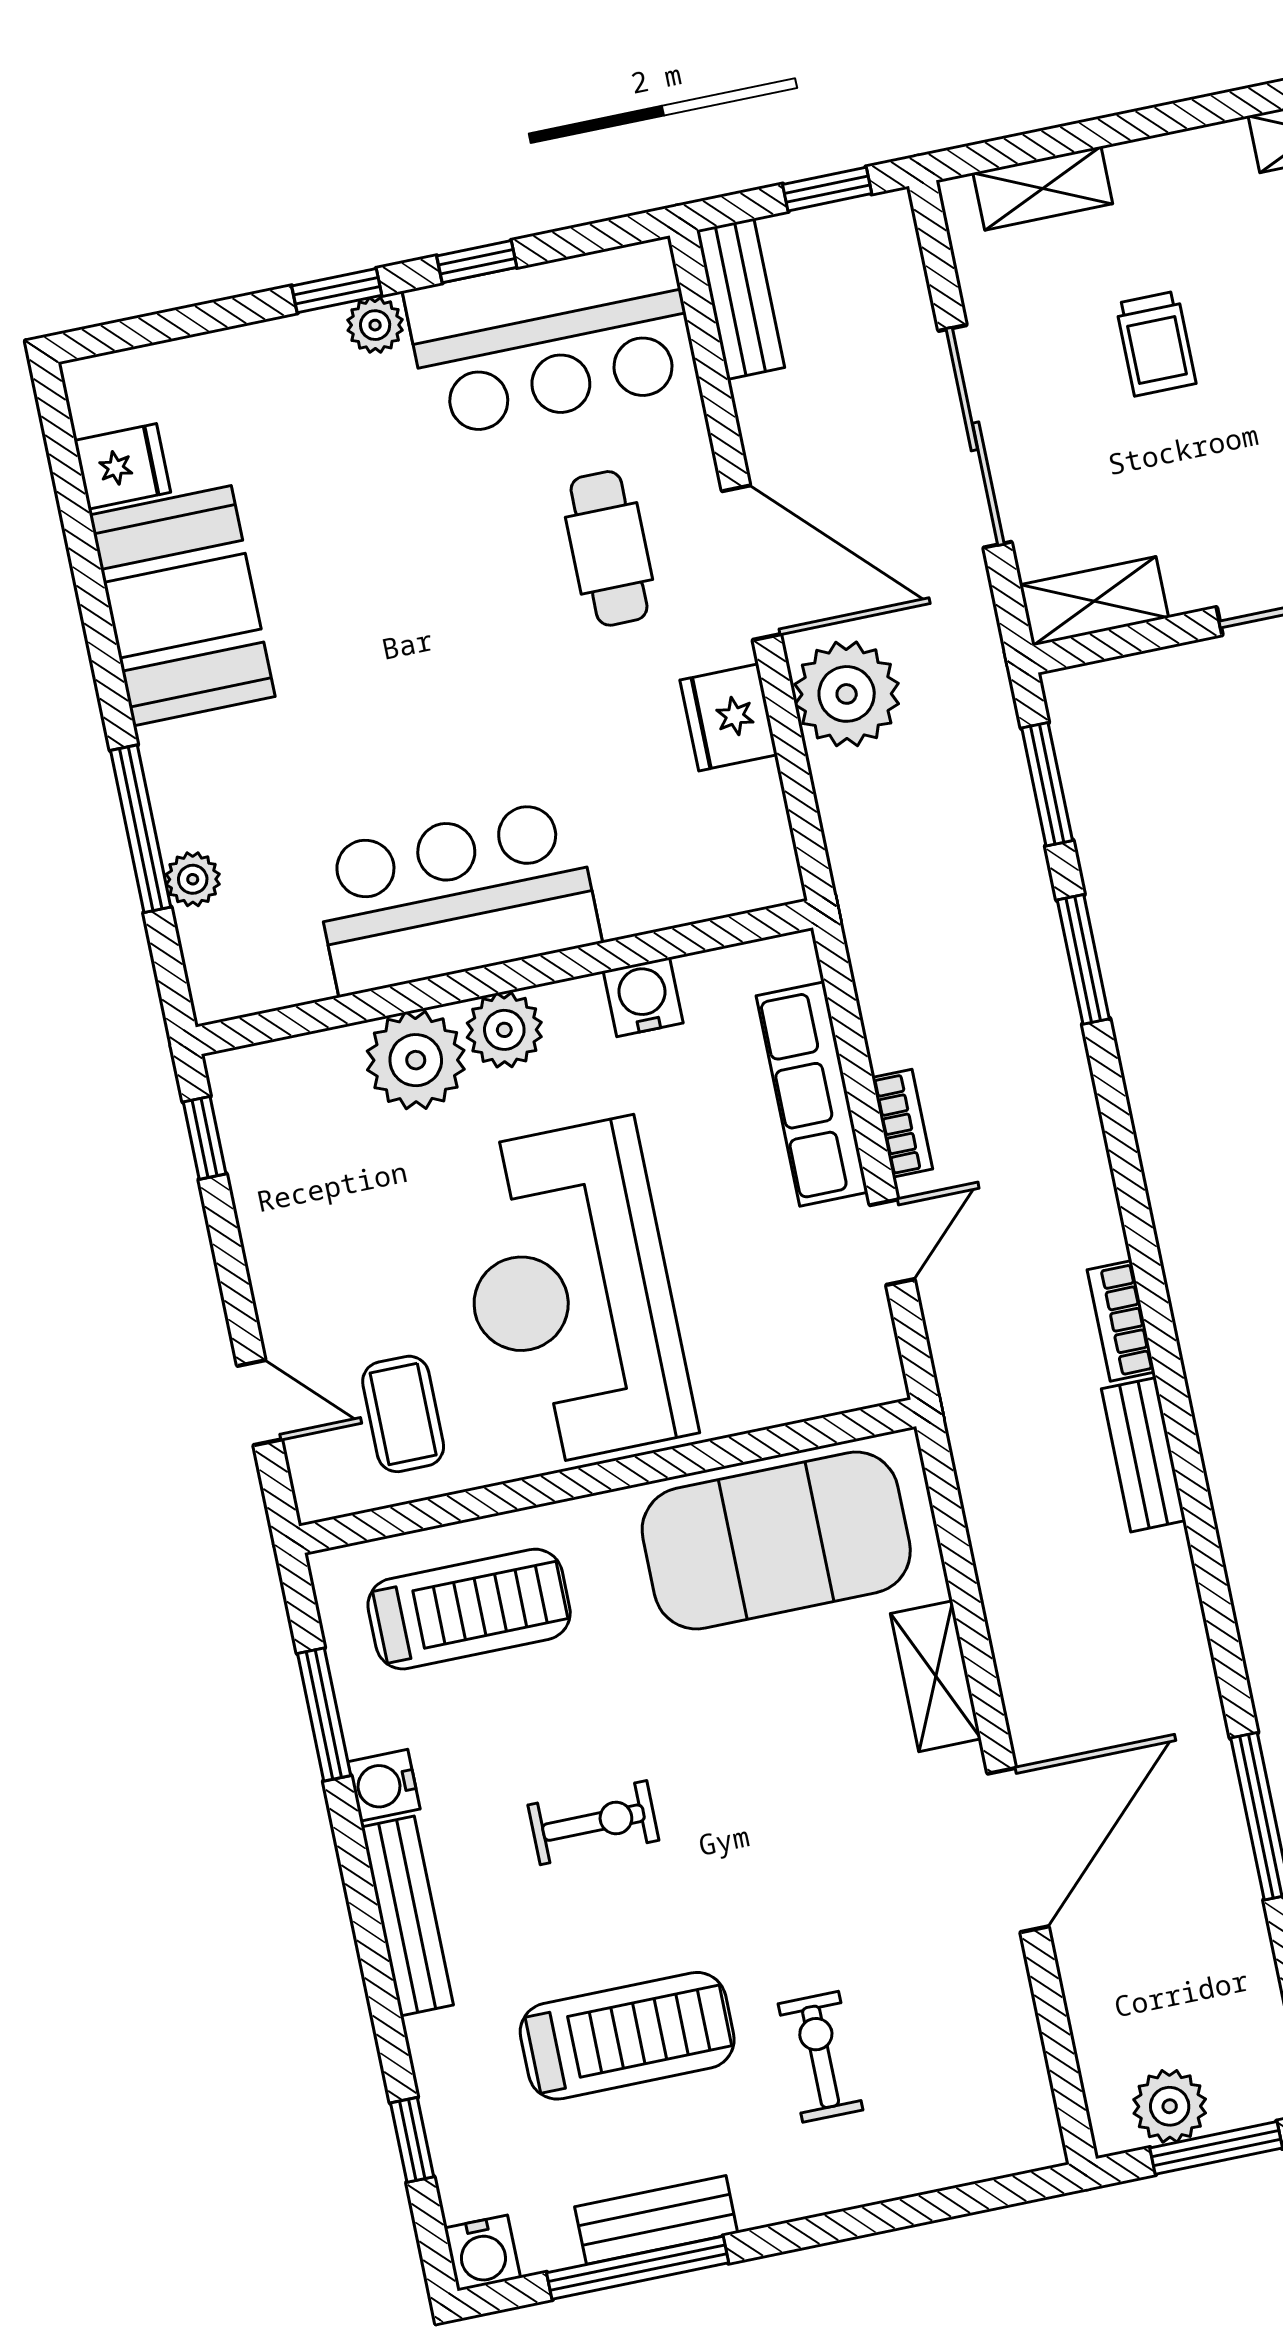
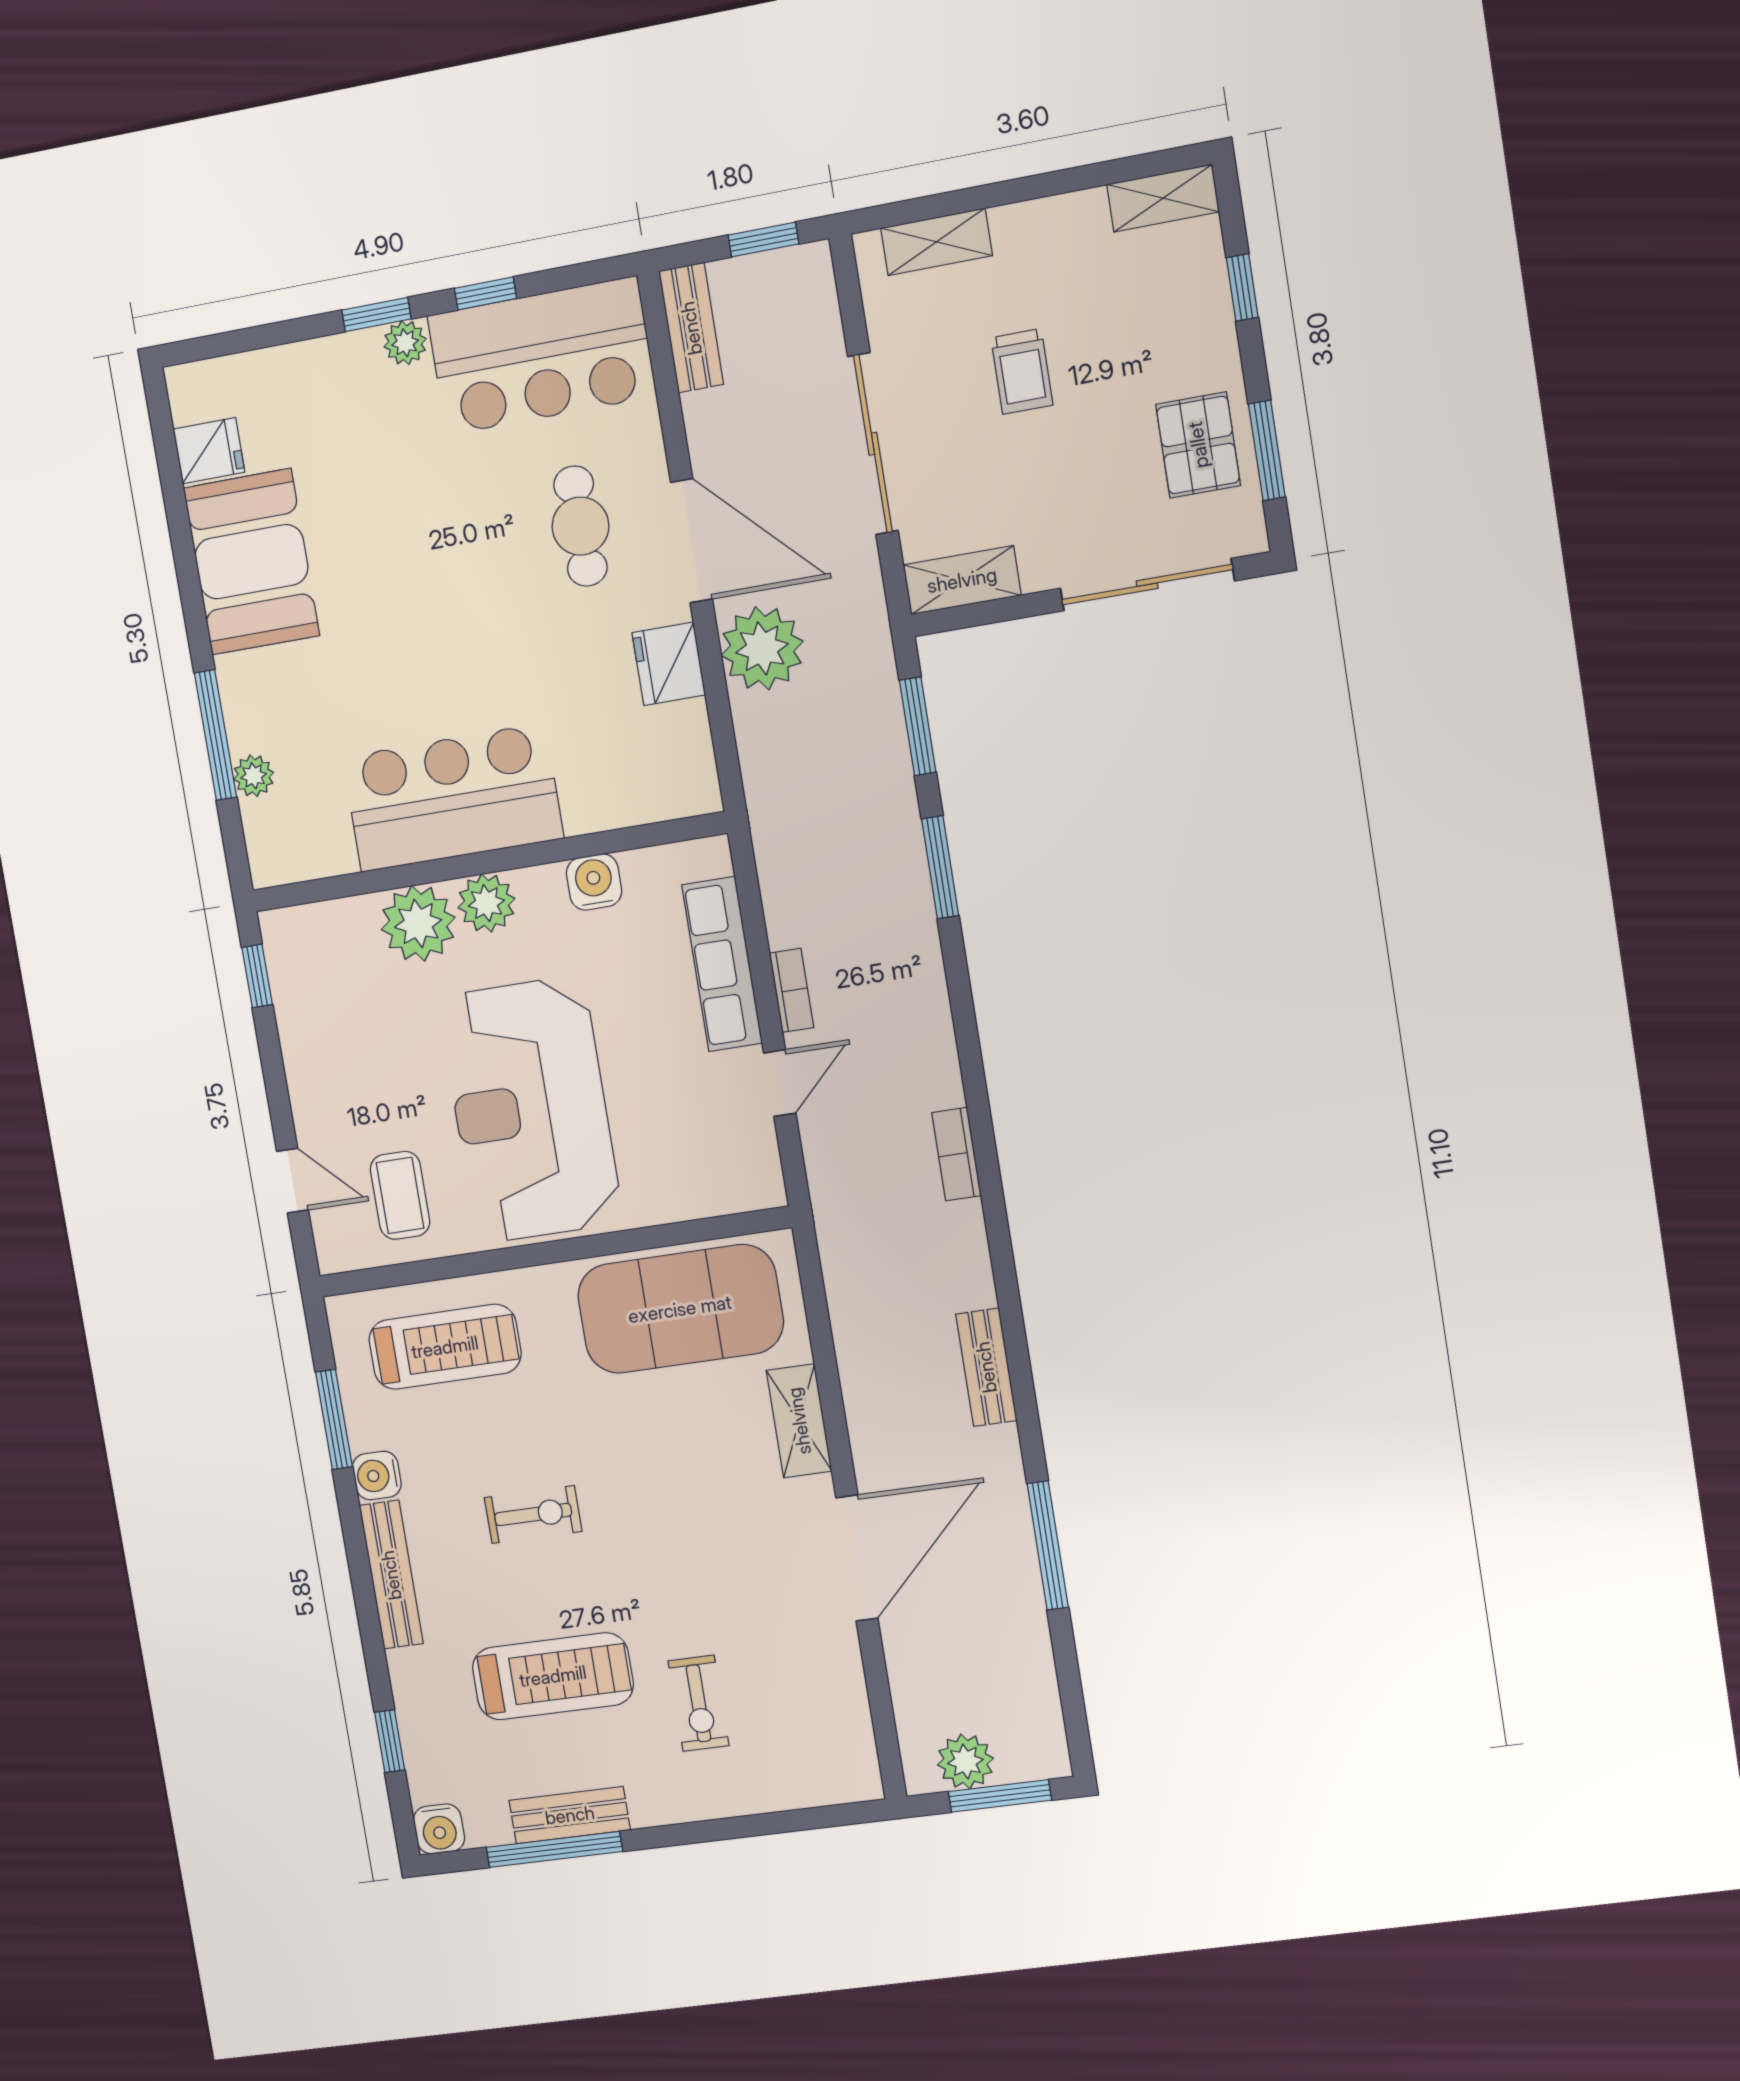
bench: (1143, 1455) -> (986, 1367), moved
exercise bike: (821, 2057) -> (699, 1703), turned 180

